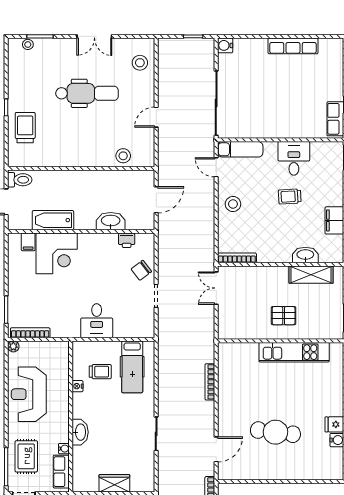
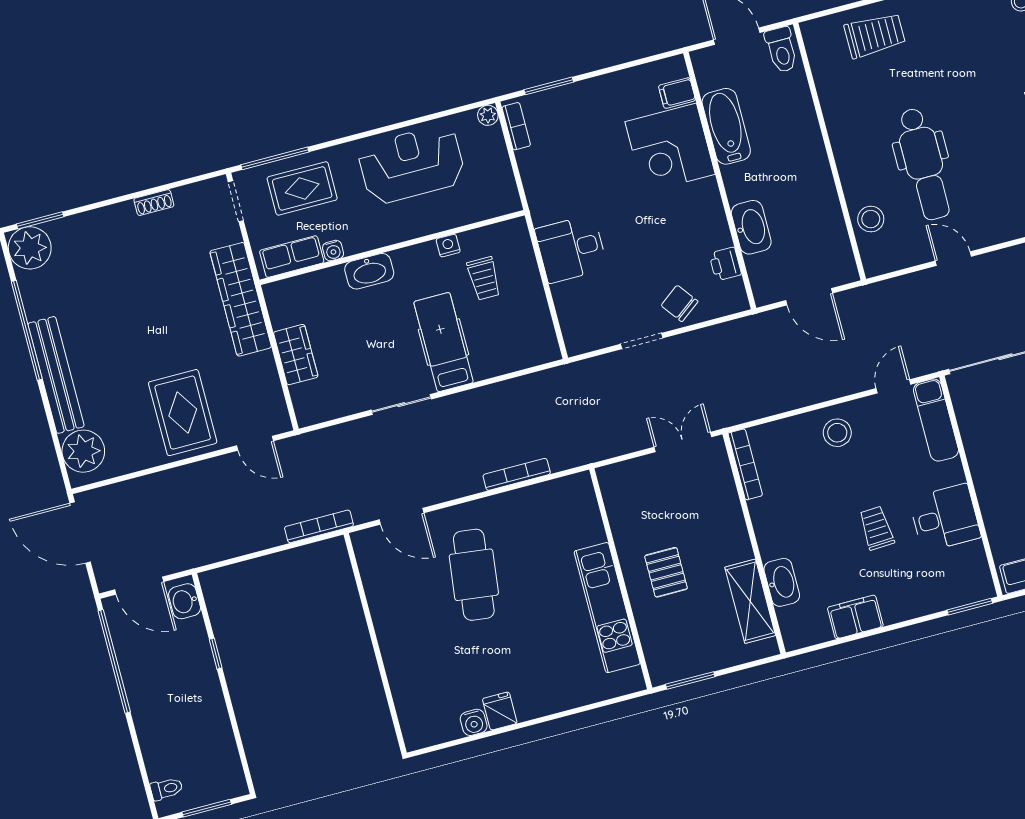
dental chair: (87, 93) -> (924, 164), moved
bookcase: (30, 333) -> (516, 126), width x0.64
hospital bed: (132, 367) -> (444, 342), moved, turned 90
cafe table: (275, 432) -> (474, 575), moved

